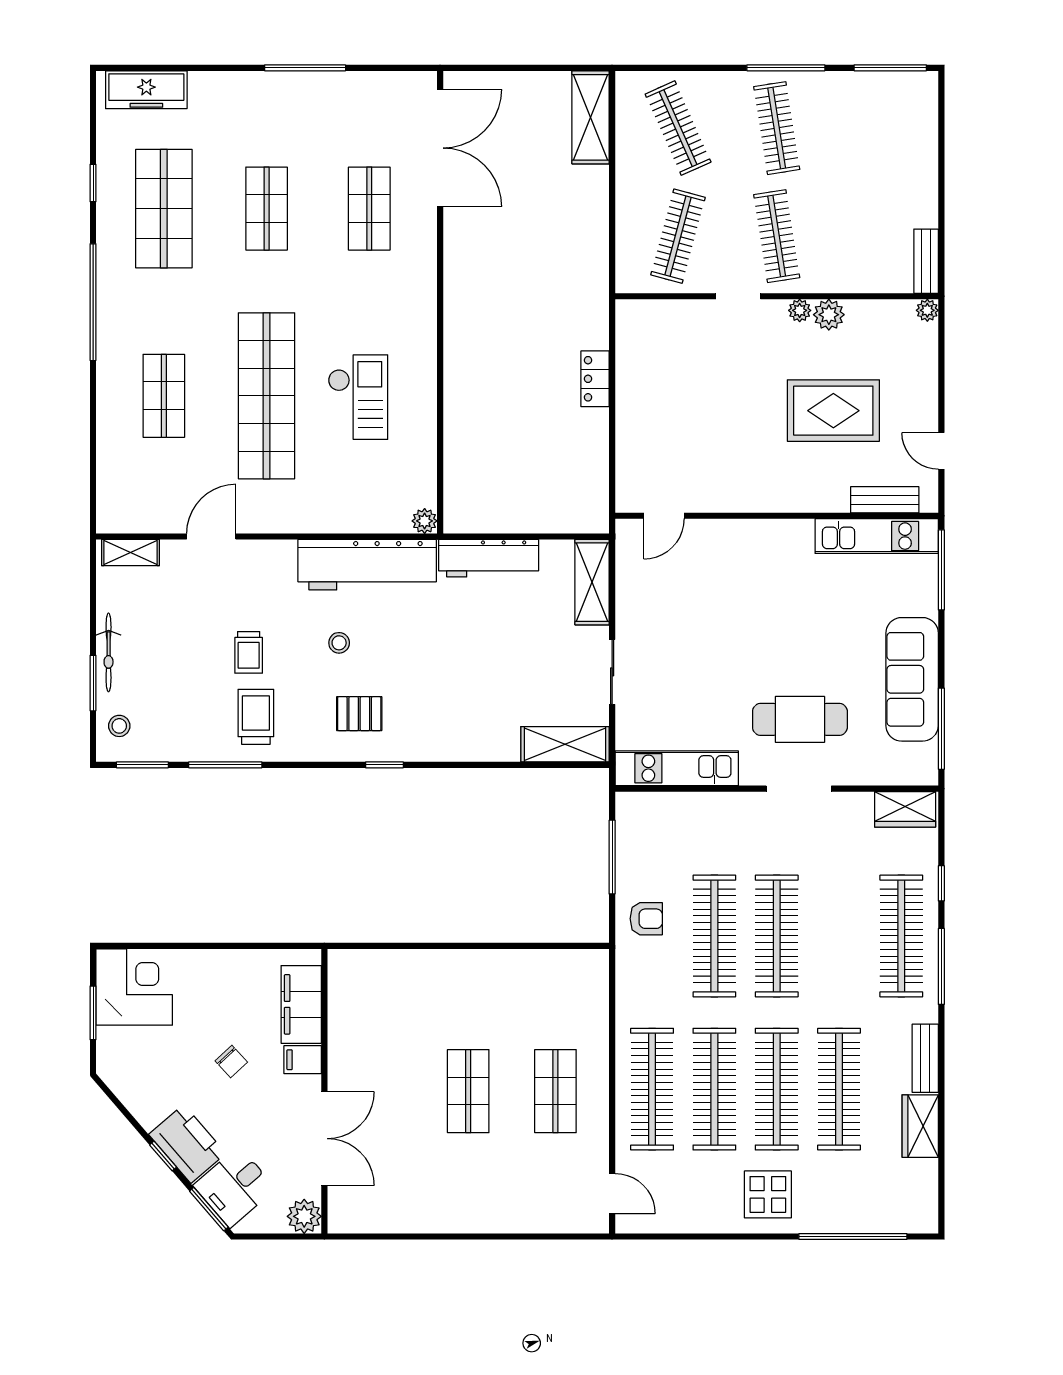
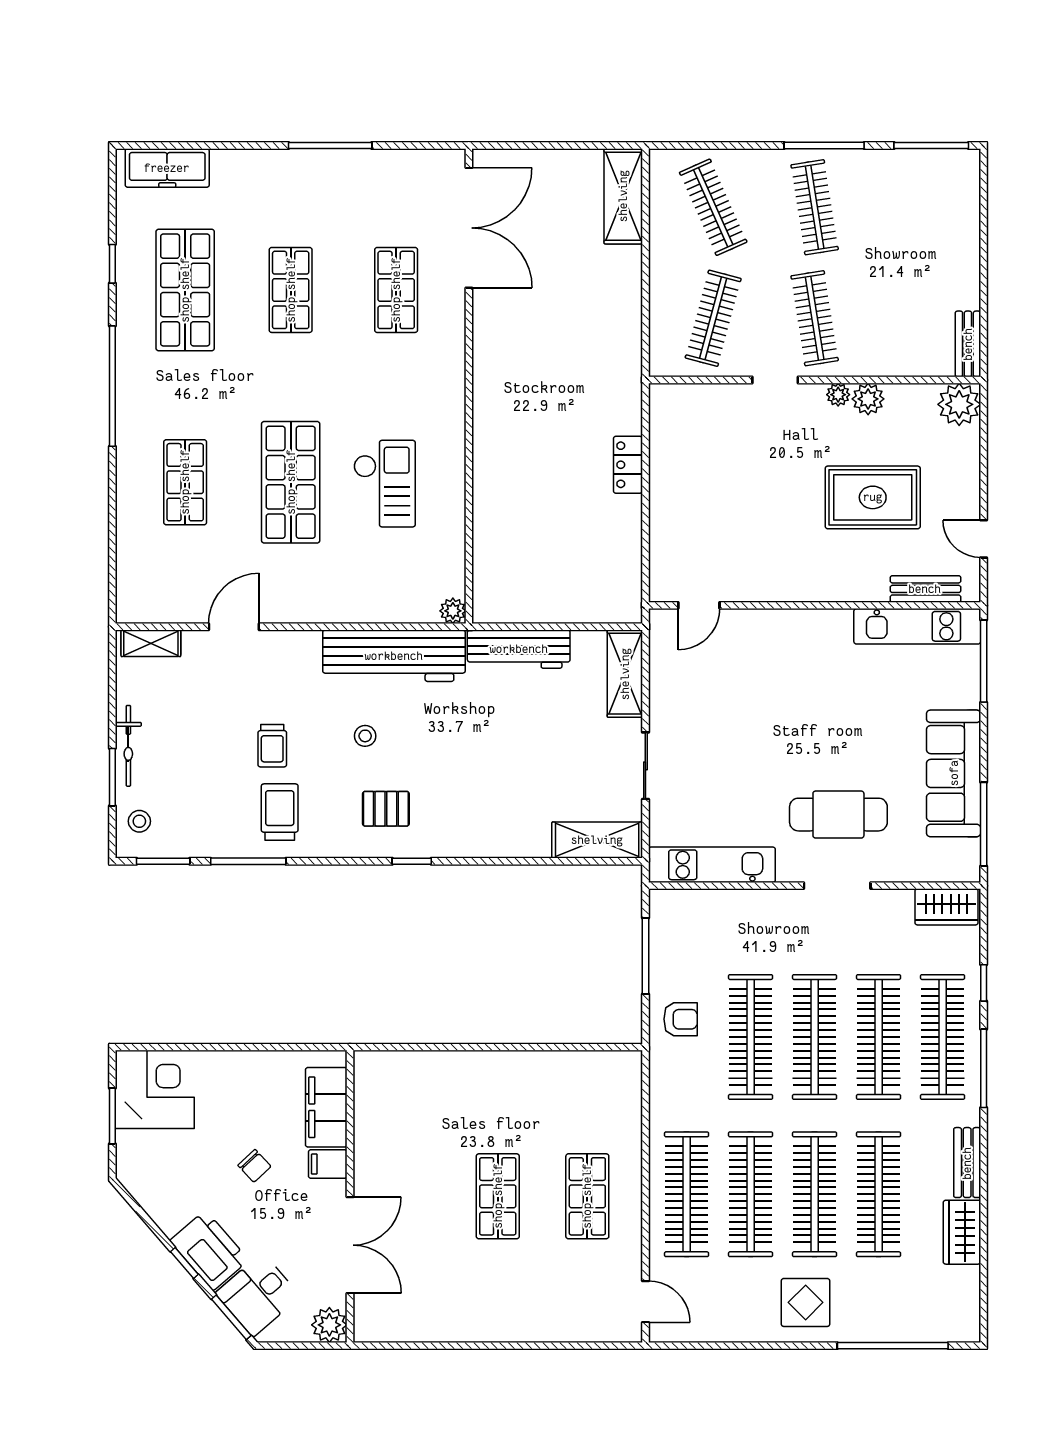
plant: (927, 310) -> (959, 404), width x1.88, depth x1.88
shop shelf: (267, 396) -> (291, 482), width x0.71
clothes rail: (839, 936) -> (879, 1037), added

